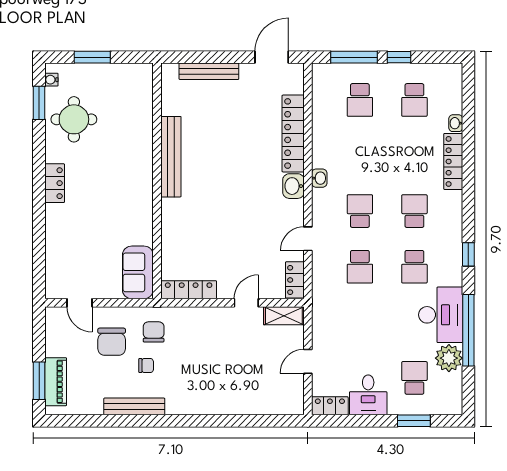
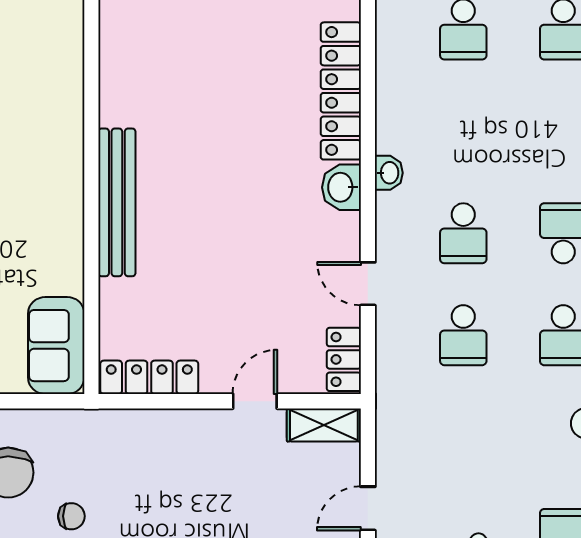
bench: (171, 157) -> (117, 202), moved
school desk: (360, 211) -> (463, 233), turned 180
door: (308, 239) -> (368, 284), hinge flipped
chair: (154, 332) -> (85, 455), removed

